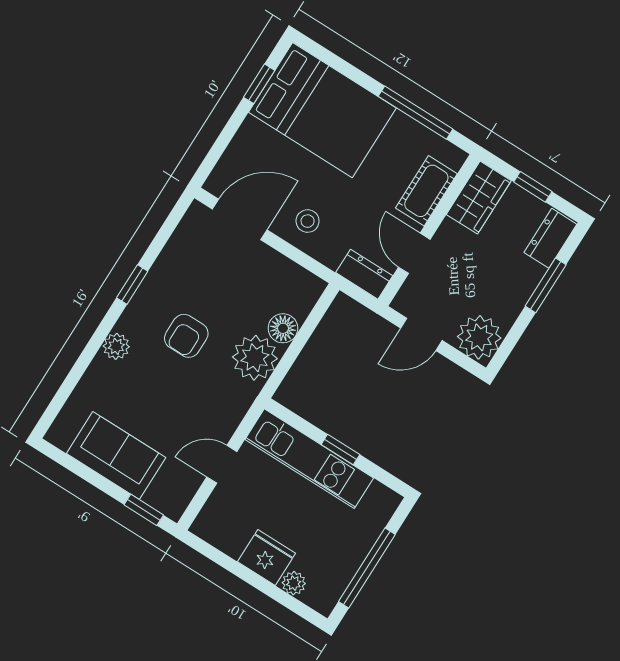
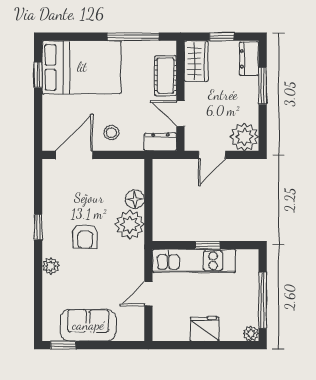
window: (144, 510) -> (63, 345), moved
plant: (294, 583) -> (251, 334), moved

